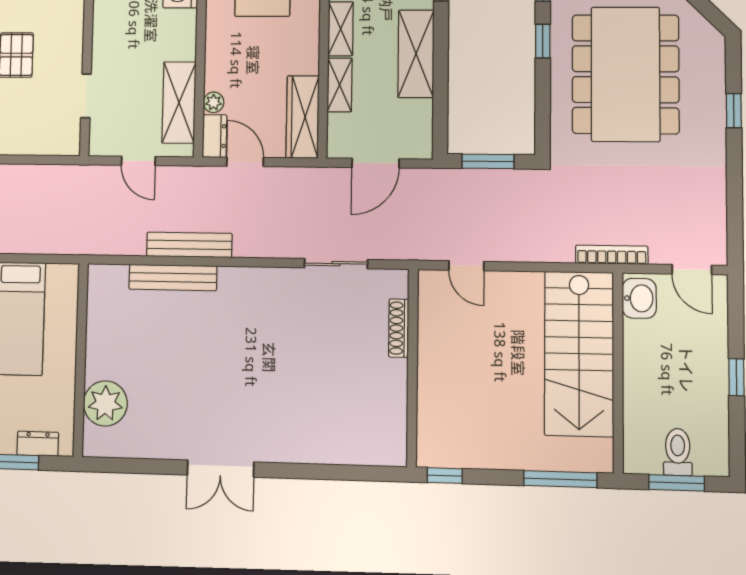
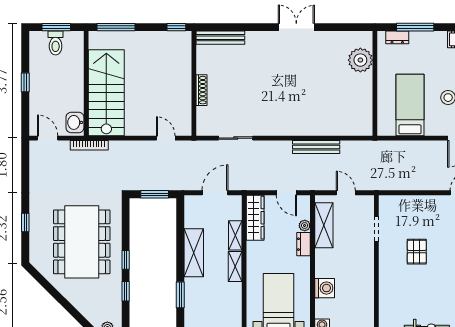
dresser: (215, 136) -> (304, 244), moved
bench: (173, 278) -> (220, 38), moved
shoe rack: (399, 328) -> (202, 90), moved

